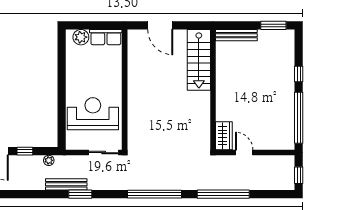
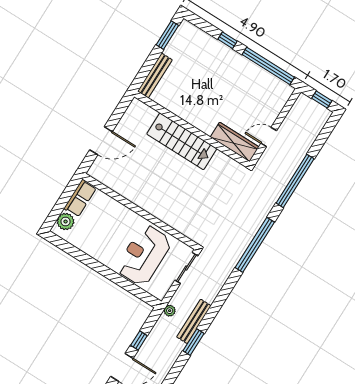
stairs: (199, 60) -> (182, 141), moved
wardrobe: (224, 136) -> (235, 142), width x1.50
plant: (49, 160) -> (170, 311), moved
window: (80, 194) -> (194, 342), moved

